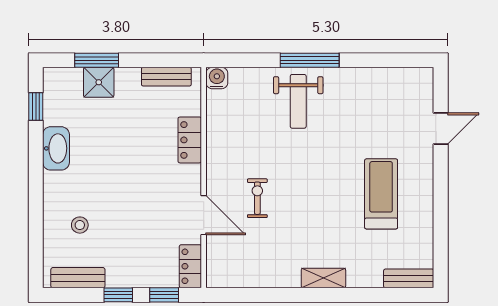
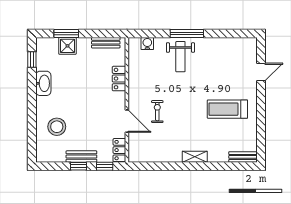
water cooler: (217, 78) -> (147, 43), moved
treadmill: (381, 194) -> (227, 109), turned -90
stool: (80, 225) -> (57, 127), width x1.89, depth x1.89
bench: (78, 278) -> (81, 157), moved

